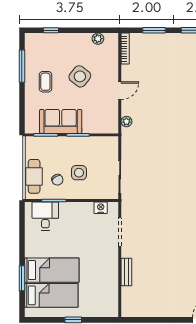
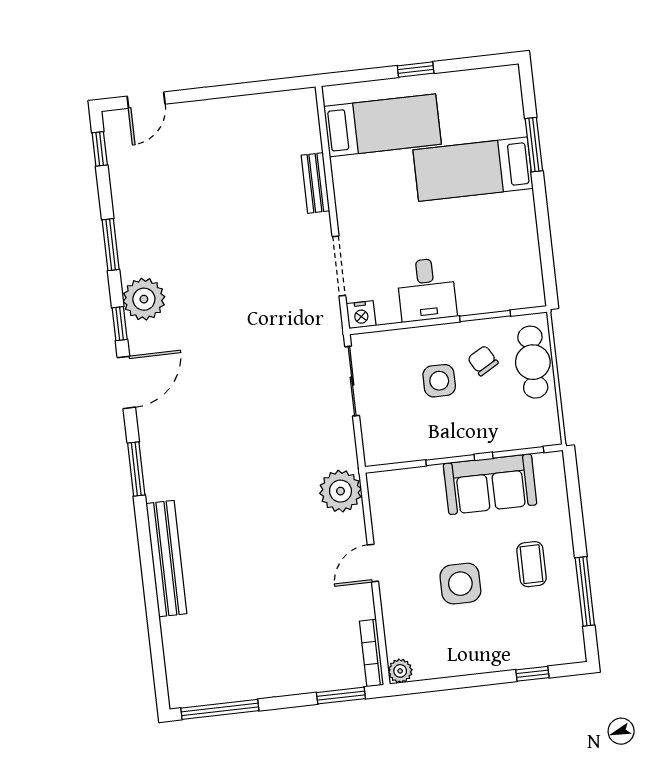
window: (154, 30) -> (341, 696), moved
plant: (98, 39) -> (400, 671), moved
side table: (80, 76) -> (460, 584), turned -38
plant: (126, 122) -> (340, 491), width x1.87, depth x1.87
nightstand: (101, 208) -> (361, 315), moved
desk: (45, 216) -> (426, 290), moved
bed: (51, 295) -> (382, 125), moved, turned 180

